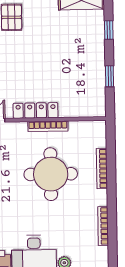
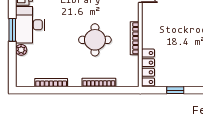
locker: (36, 110) -> (148, 67), moved
round table: (51, 174) -> (95, 40), width x0.73, depth x0.73

